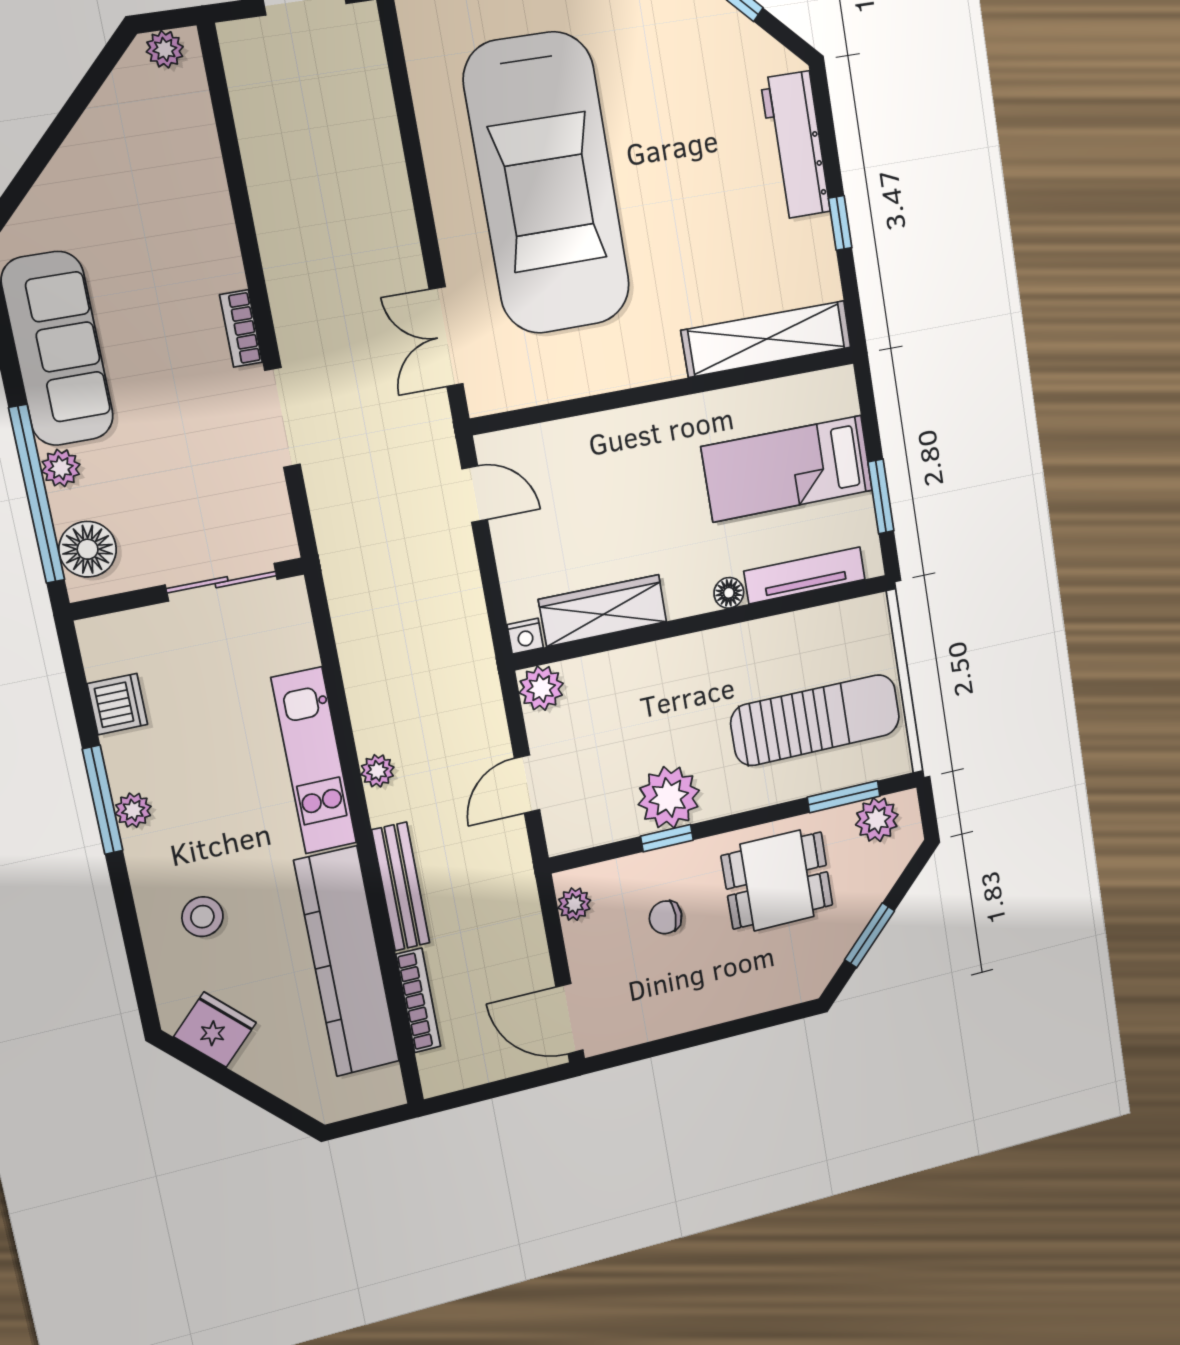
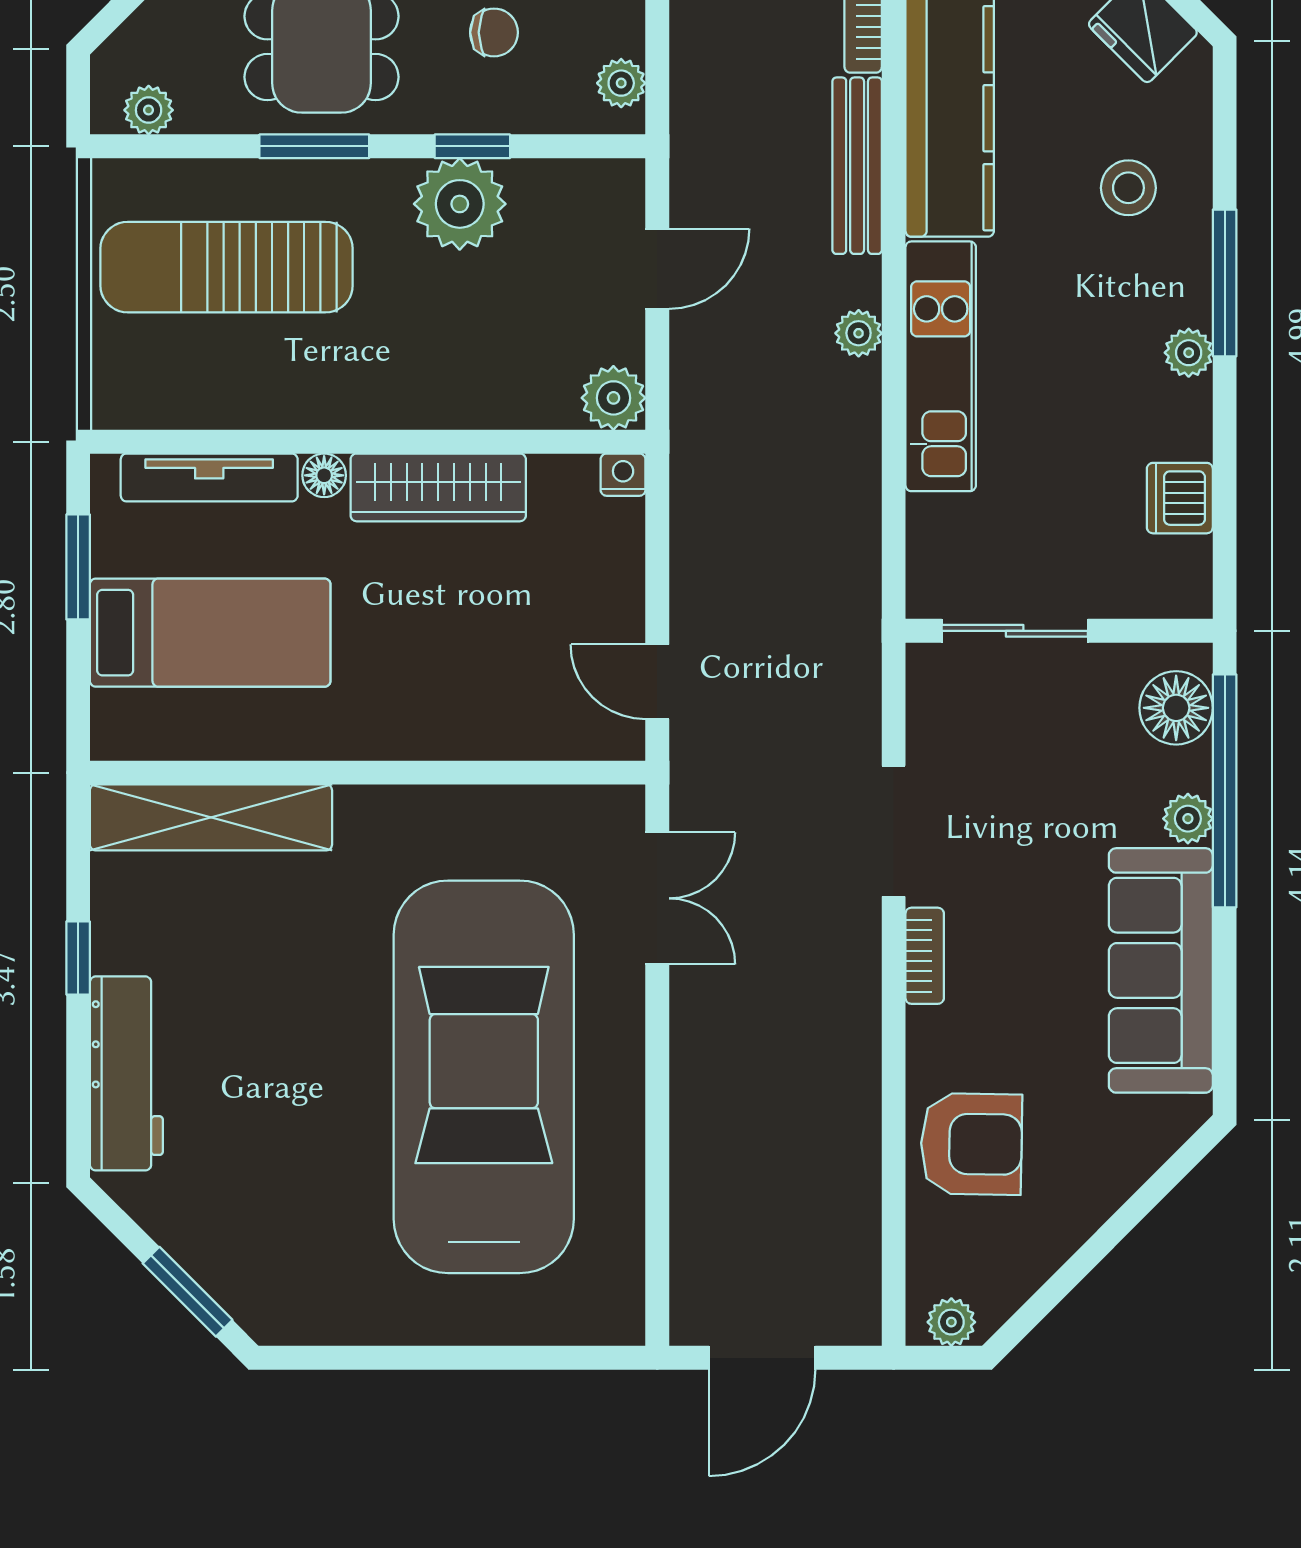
armchair: (177, 191) -> (971, 1144), added
wardrobe: (603, 611) -> (438, 487), moved
window: (844, 797) -> (314, 146), moved
window: (103, 800) -> (1225, 283), moved
plant: (877, 820) -> (149, 110), width x0.73, depth x0.73

